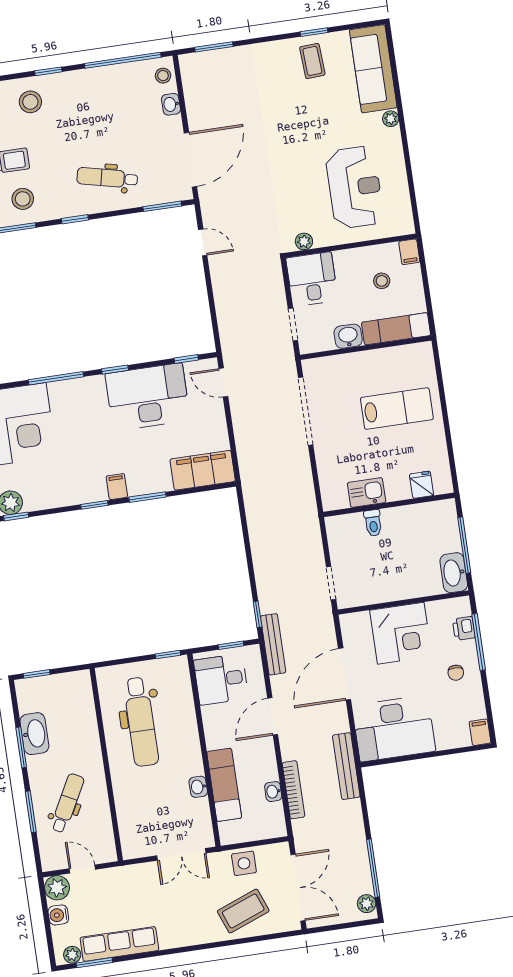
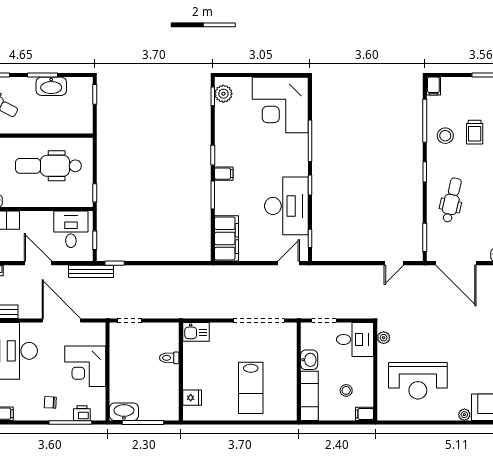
kitchen sink: (367, 493) -> (196, 332), moved, turned 90

